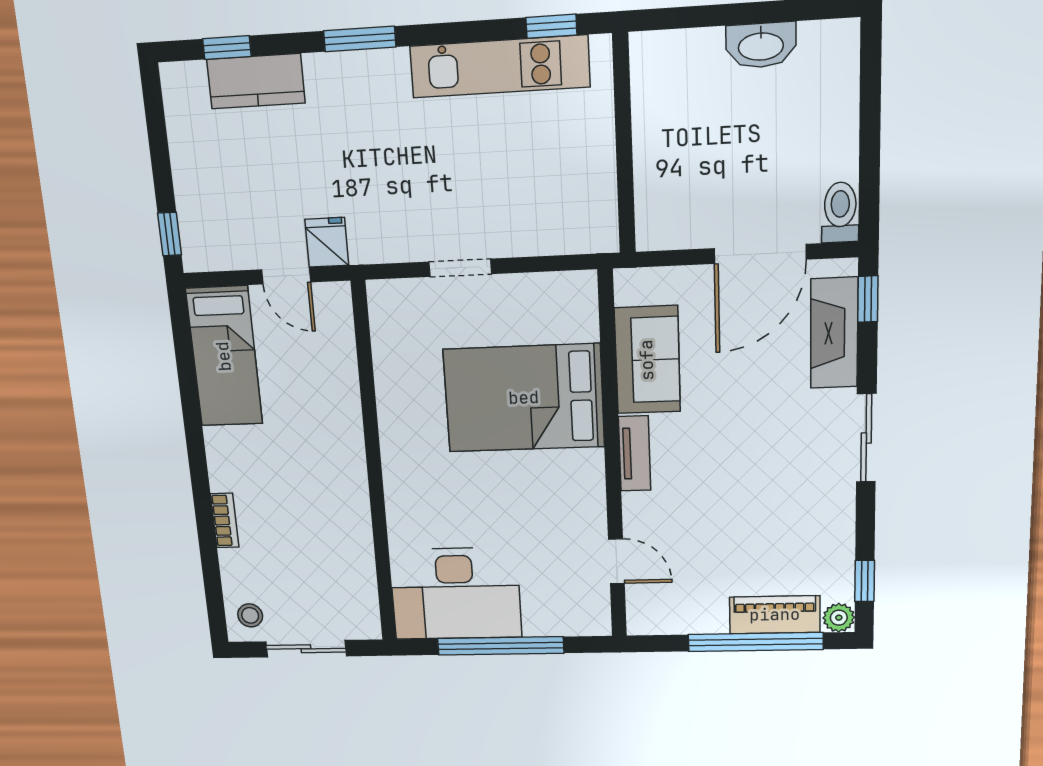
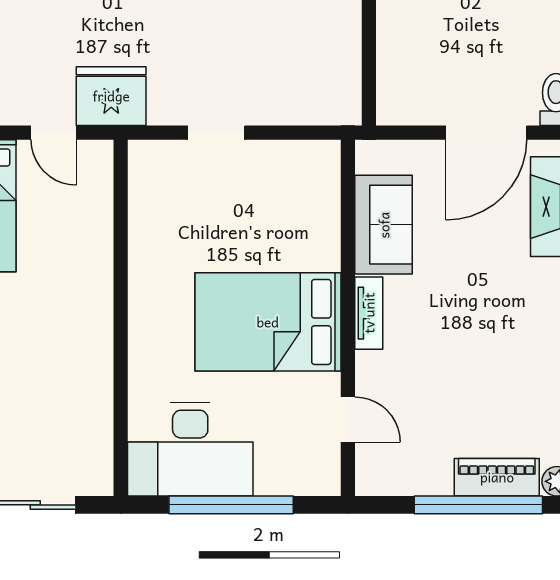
fridge: (327, 242) -> (111, 96), width x1.88, depth x1.34
bed: (524, 398) -> (268, 322), moved

